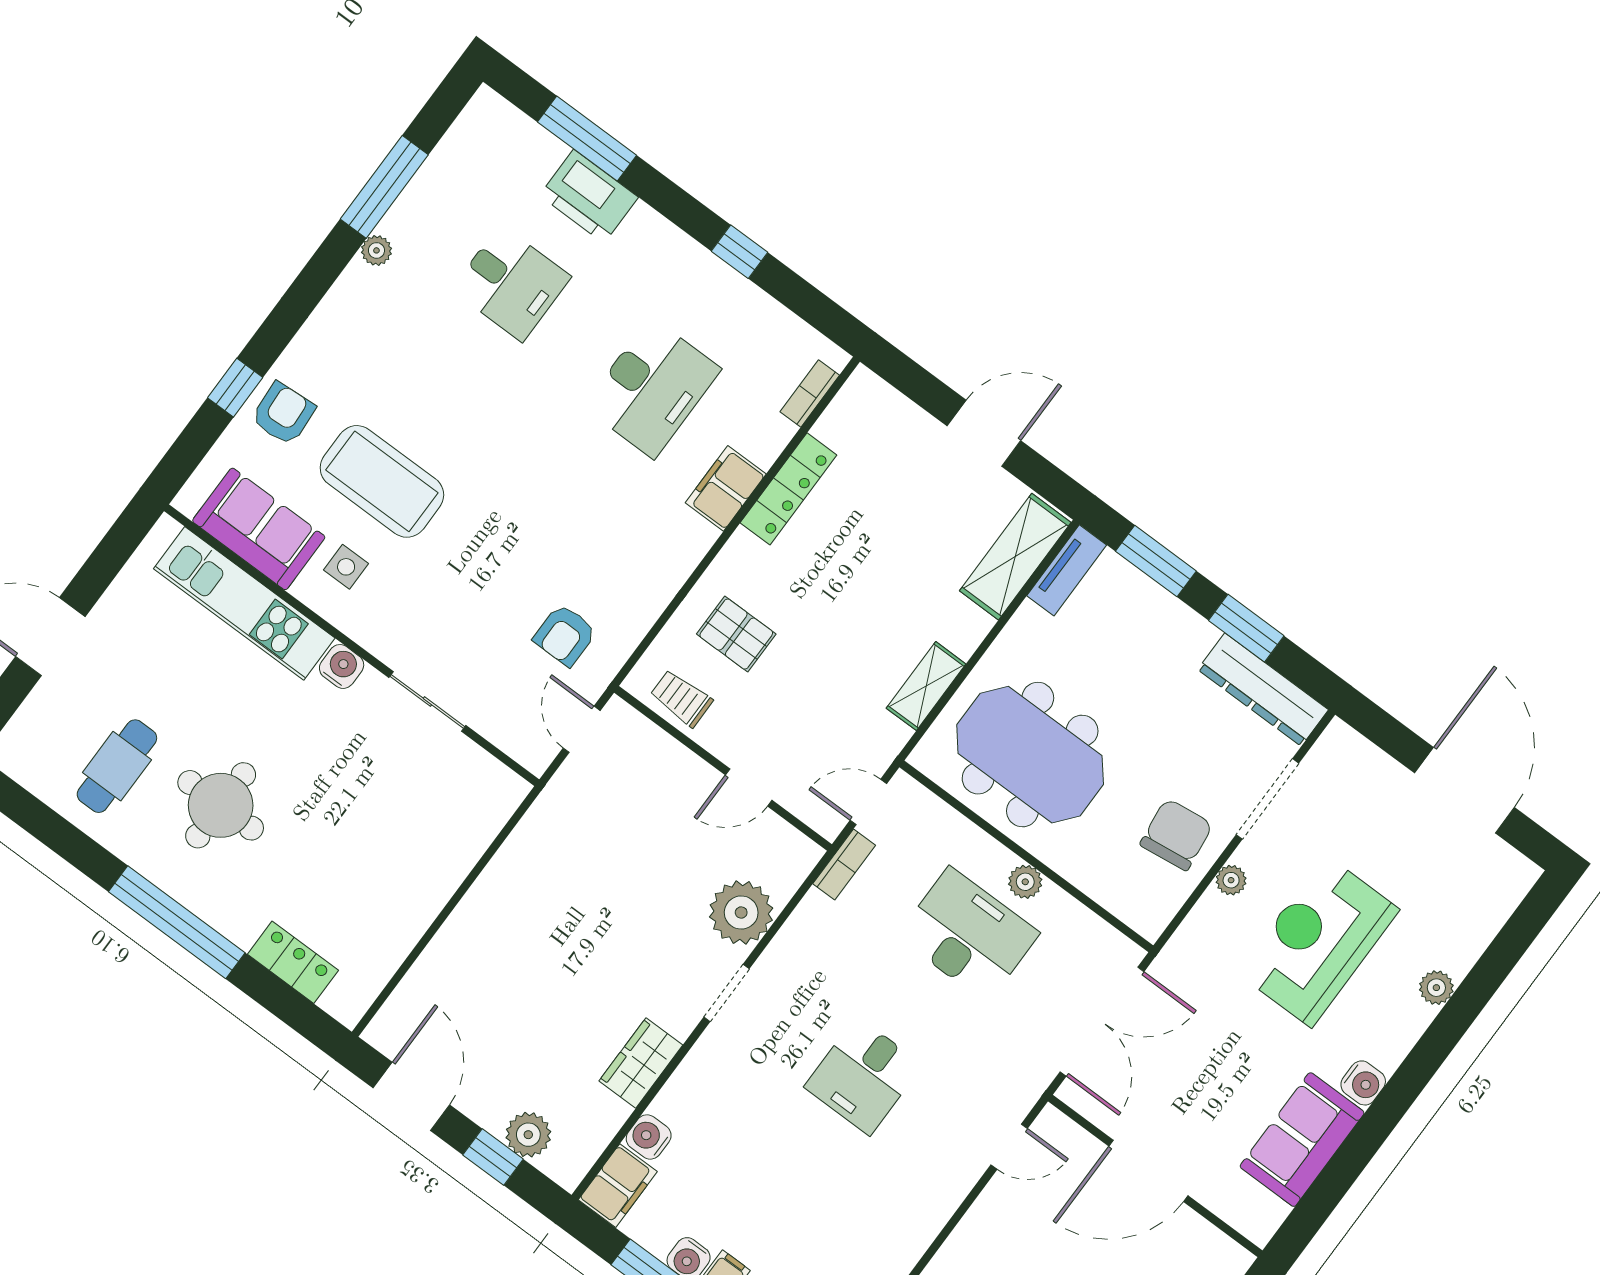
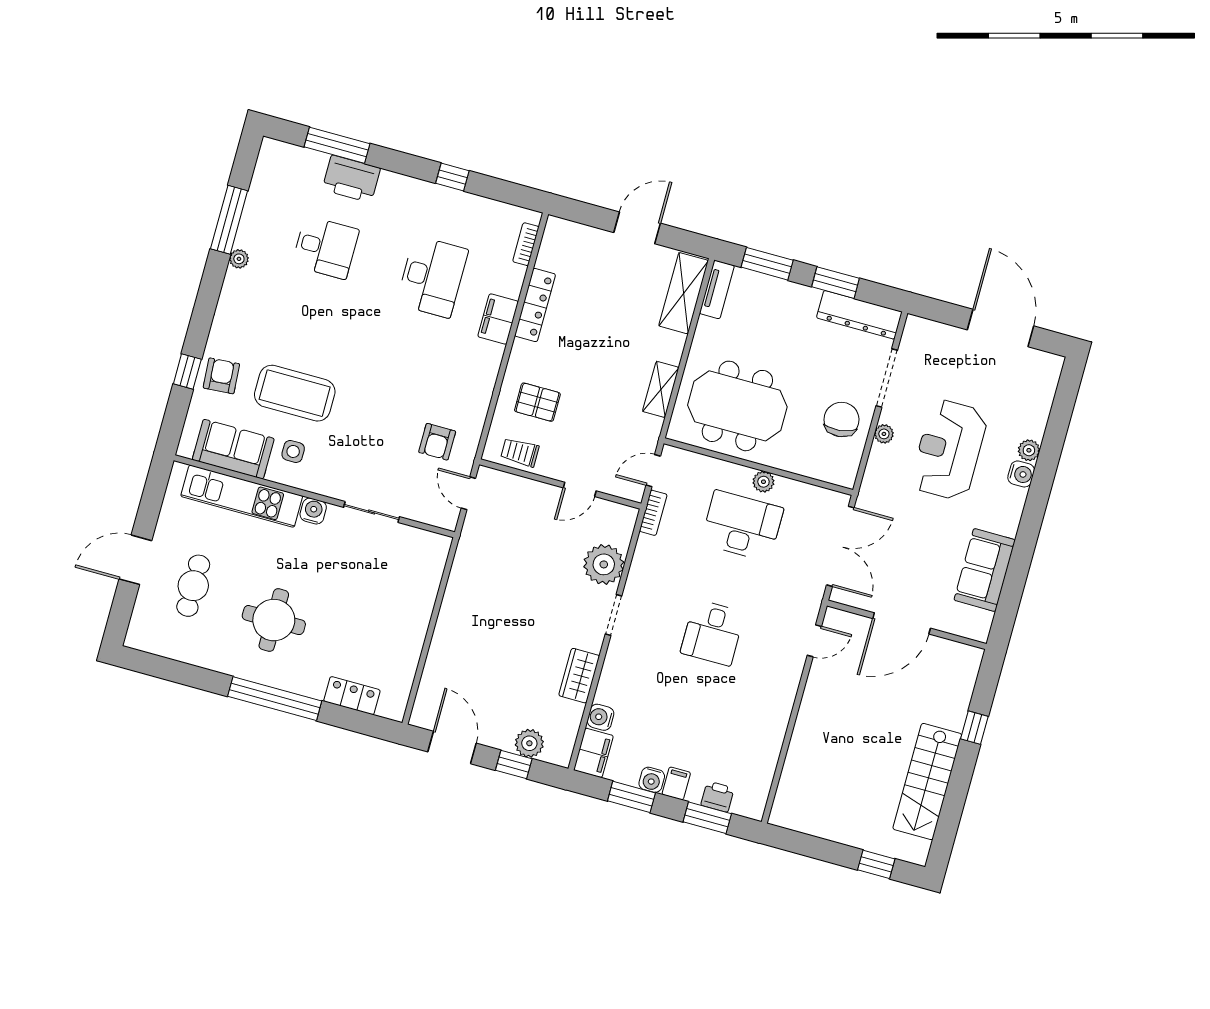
cafe table: (117, 766) -> (193, 586), moved
water cooler: (1363, 1083) -> (1021, 474), moved

